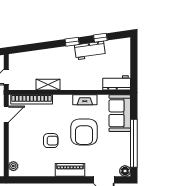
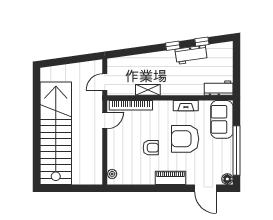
armchair: (84, 132) -> (185, 139), turned 90

